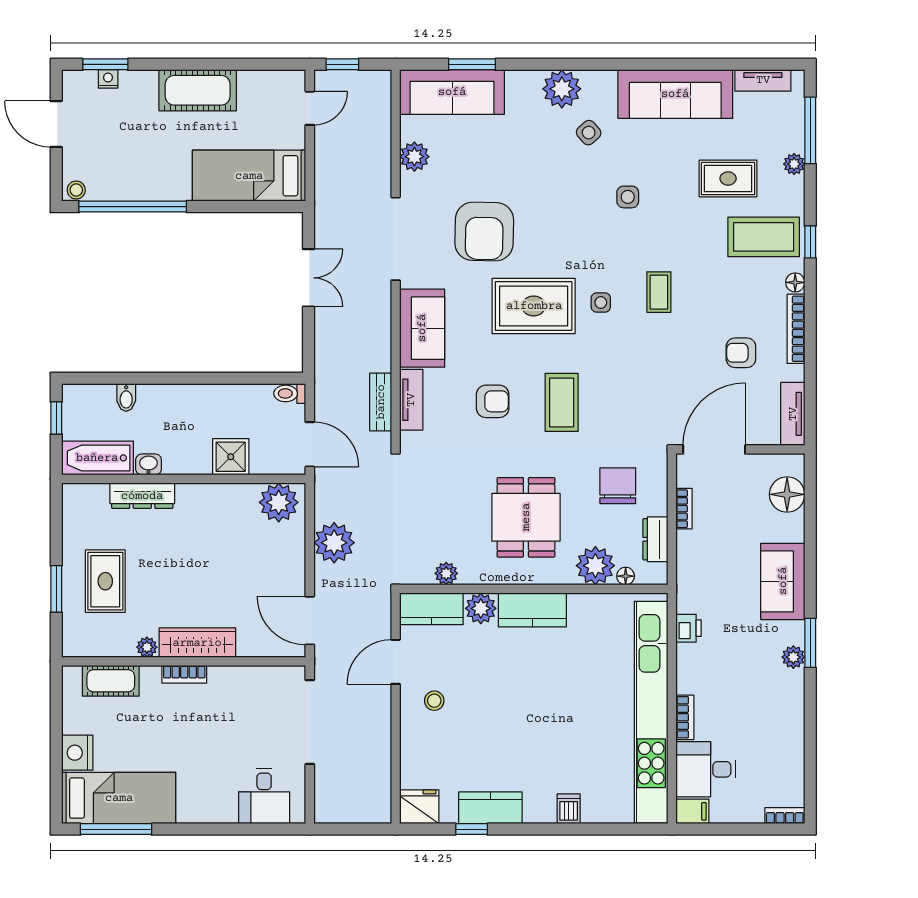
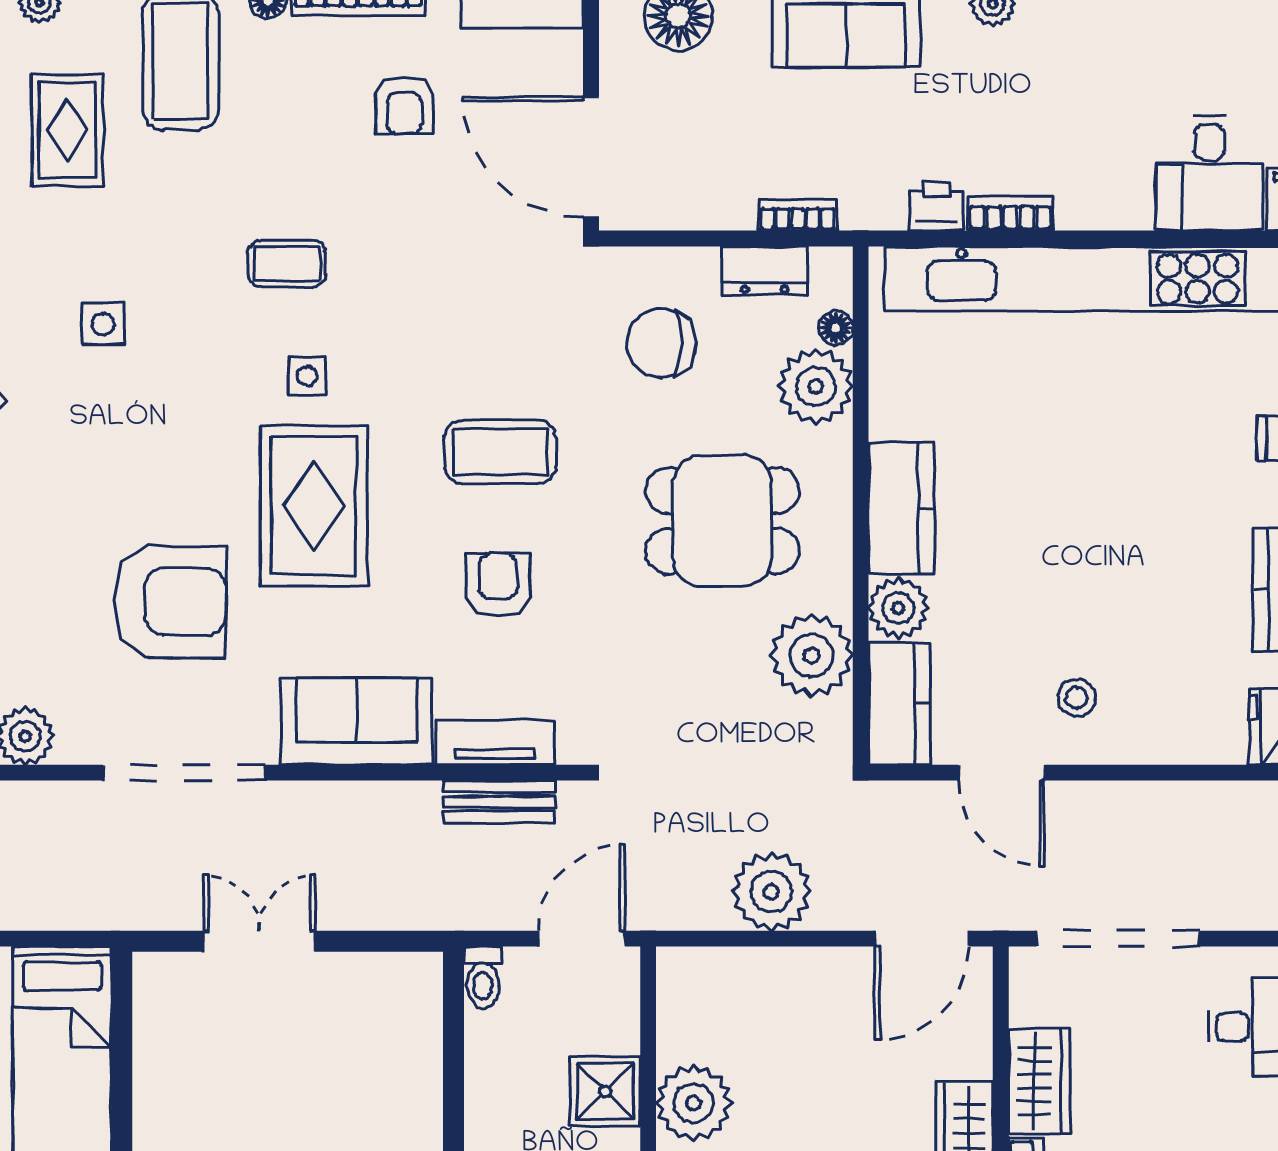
plant: (279, 502) -> (694, 1103), moved
bookcase: (684, 509) -> (798, 215), moved
plant: (446, 573) -> (811, 656), width x1.88, depth x1.88
wardrobe: (236, 681) -> (1039, 1081), added
bookcase: (685, 717) -> (1010, 214), moved

